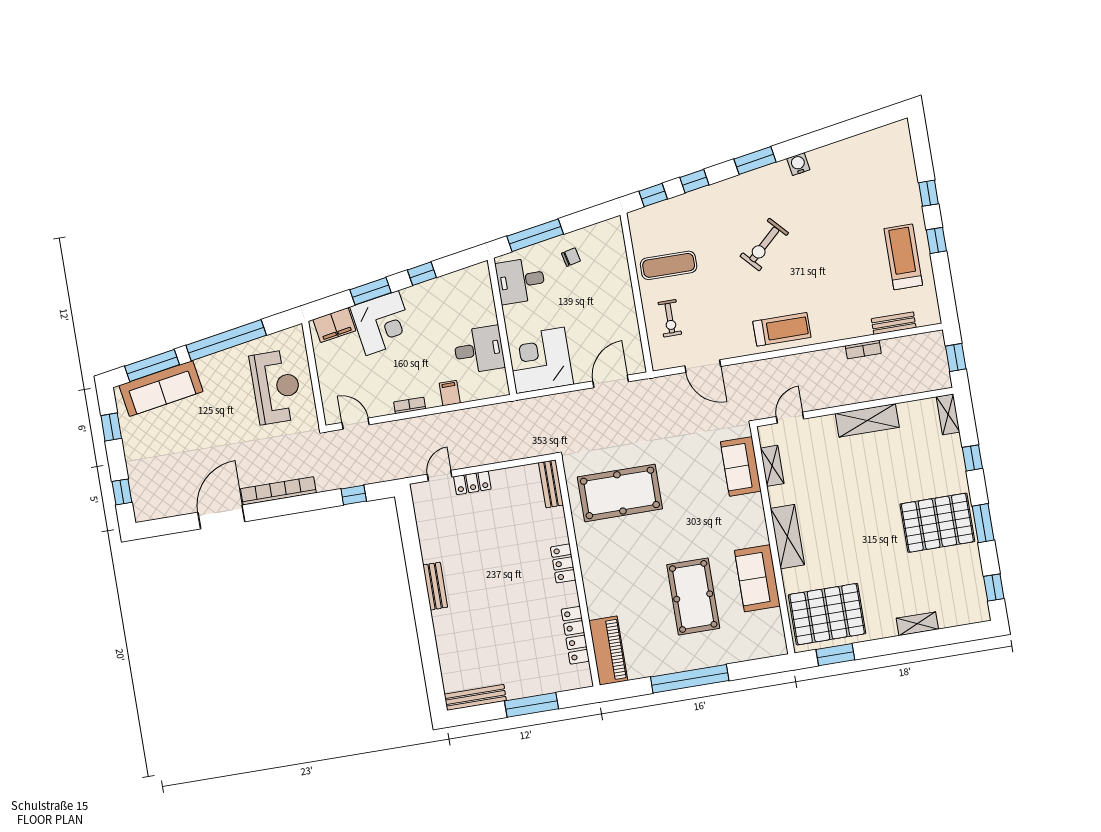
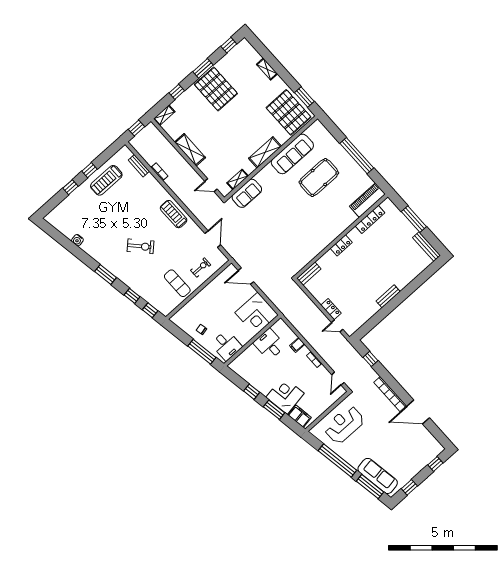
water cooler: (798, 164) -> (77, 240), moved
pool table: (620, 493) -> (293, 240), removed
sofa: (757, 578) -> (292, 154), width x1.36

